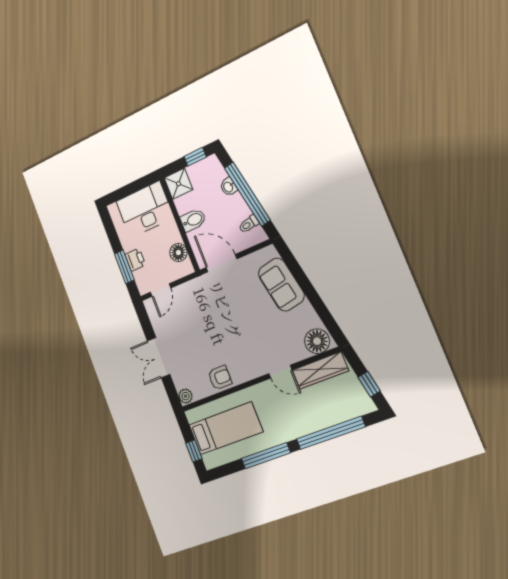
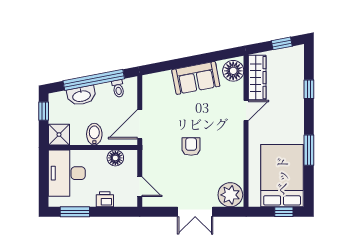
washbasin: (228, 187) -> (81, 96), width x1.91, depth x1.45
window: (124, 267) -> (75, 212), moved
sofa: (281, 285) -> (196, 78), moved
armchair: (220, 378) -> (191, 147), moved
plant: (186, 396) -> (230, 195), width x1.87, depth x1.87
bed: (226, 428) -> (282, 176), width x1.50
window: (331, 433) -> (309, 89), width x0.32
window: (266, 456) -> (309, 150), width x0.69

